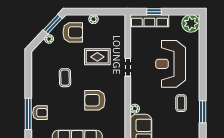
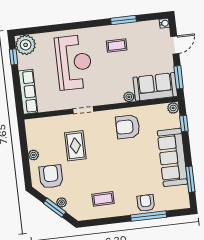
window: (154, 12) -> (14, 57), moved
window: (53, 24) -> (55, 208), moved
reception desk: (171, 64) -> (74, 62), turned -90
coffee table: (65, 78) -> (103, 199), moved
armchair: (95, 100) -> (128, 127), moved, turned 90

